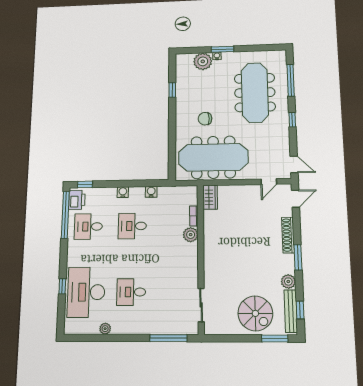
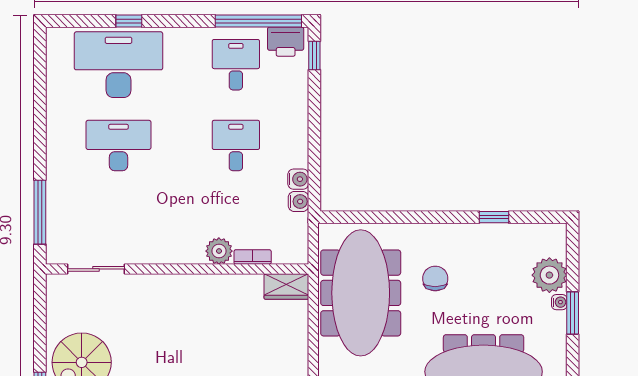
water cooler: (123, 192) -> (299, 201), moved
desk: (131, 292) -> (119, 146), width x1.37
plant: (105, 329) -> (56, 101), removed

